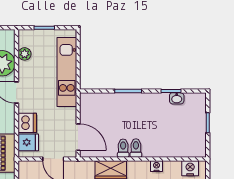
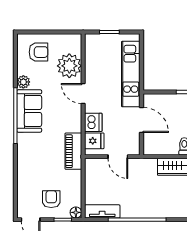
plant: (25, 54) -> (91, 57), removed
door: (78, 137) -> (142, 120), moved

